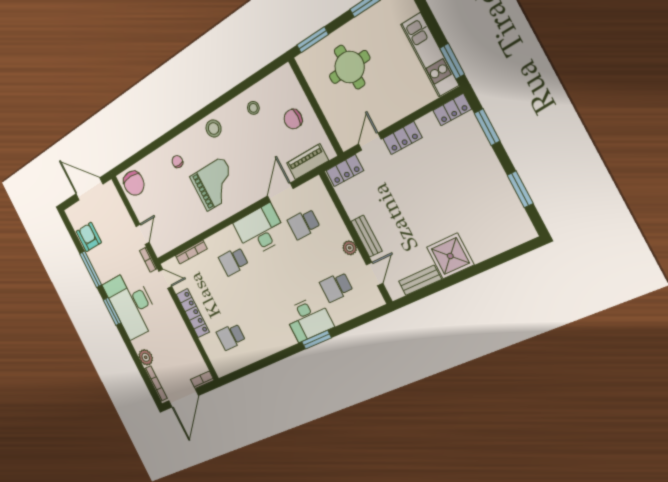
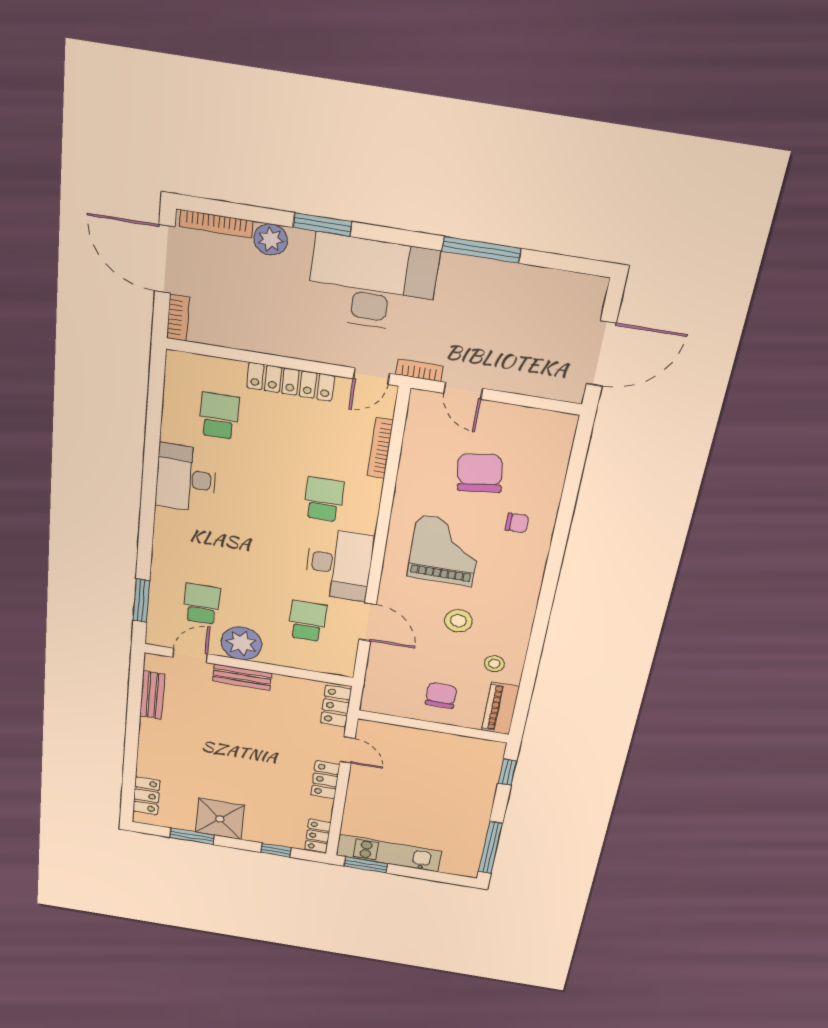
window: (313, 40) -> (507, 772), width x0.67
round table: (350, 67) -> (444, 784), removed
window: (487, 127) -> (276, 850), width x0.67
stool: (214, 128) -> (458, 621), moved
piano: (307, 162) -> (500, 709), moved, turned 180
chair: (134, 183) -> (480, 473), moved, turned 82
grand piano: (215, 184) -> (445, 551), turned 180
armchair: (89, 237) -> (533, 290), removed
locker: (507, 240) -> (146, 796), added
plant: (350, 248) -> (241, 643), width x1.88, depth x1.88
shower: (450, 256) -> (220, 819), moved
door: (375, 274) -> (190, 656), swing flipped
window: (112, 311) -> (322, 225), moved
desk: (308, 319) -> (186, 478), moved
window: (316, 340) -> (141, 601), moved

